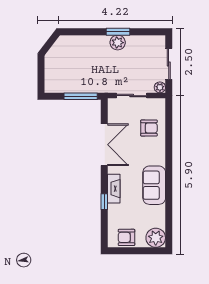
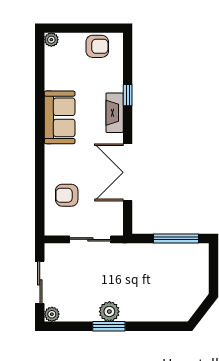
plant: (160, 87) -> (52, 314), moved
window: (81, 96) -> (176, 238), moved
plant: (156, 238) -> (51, 40), width x0.53, depth x0.53

